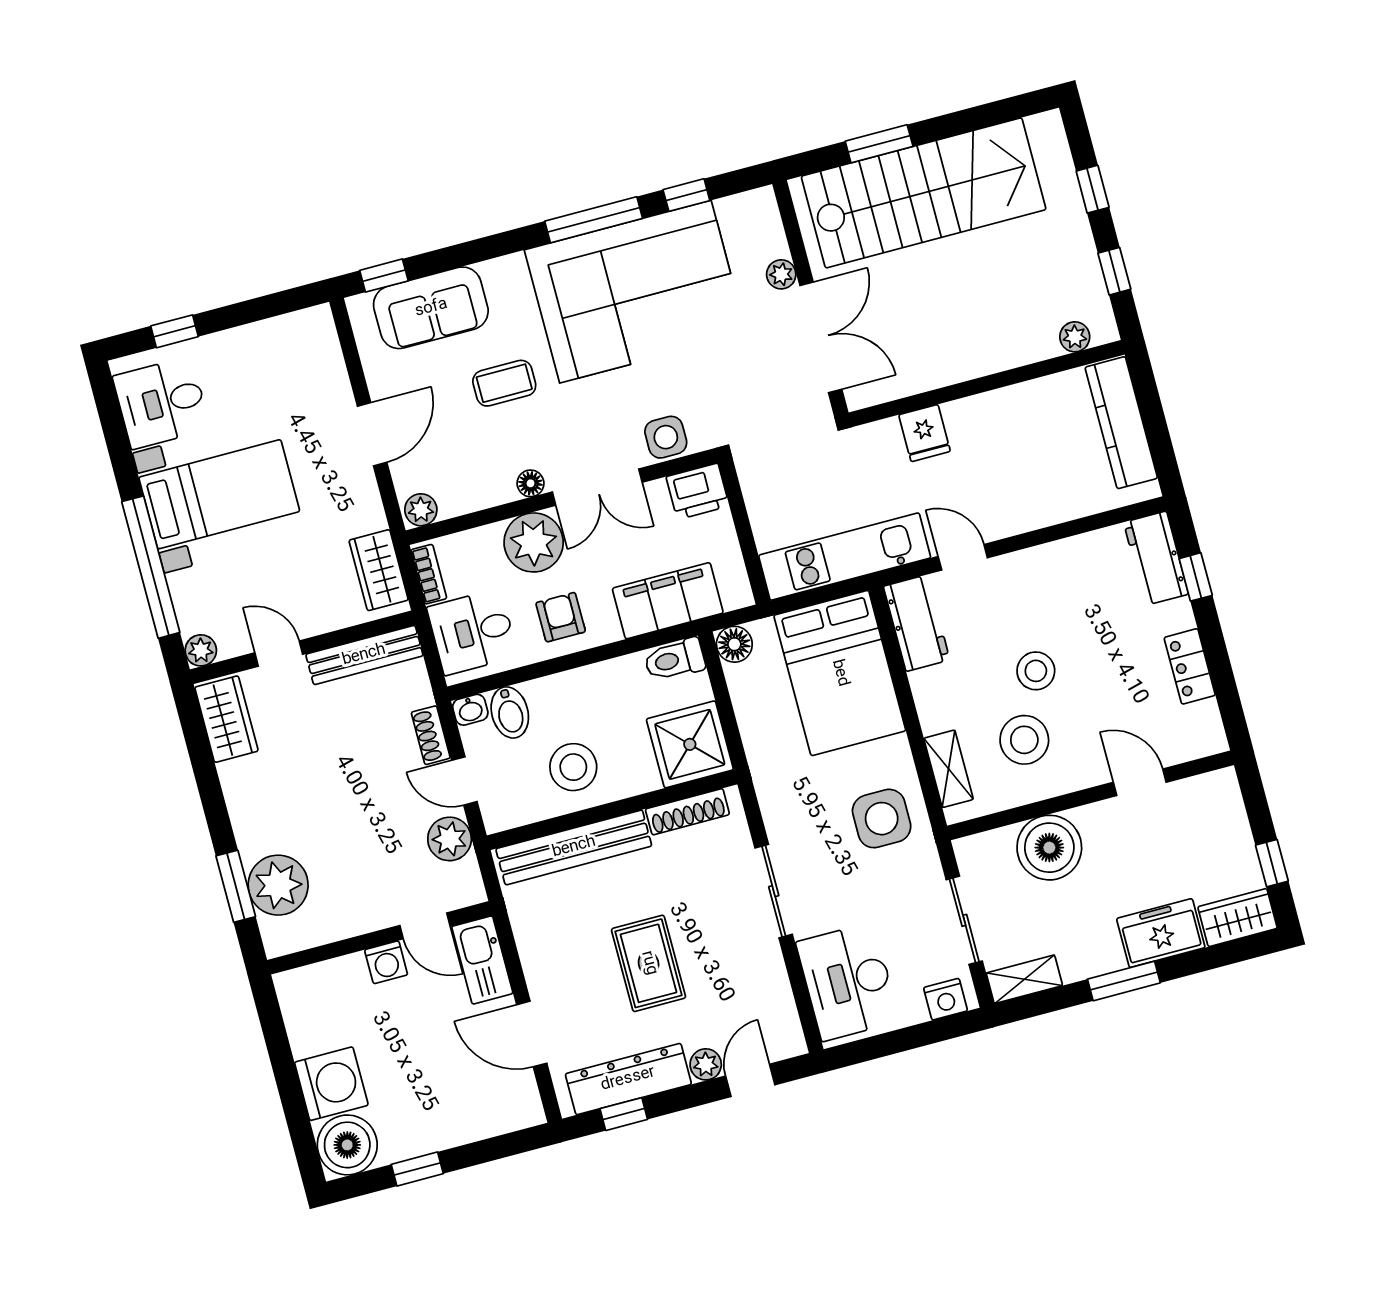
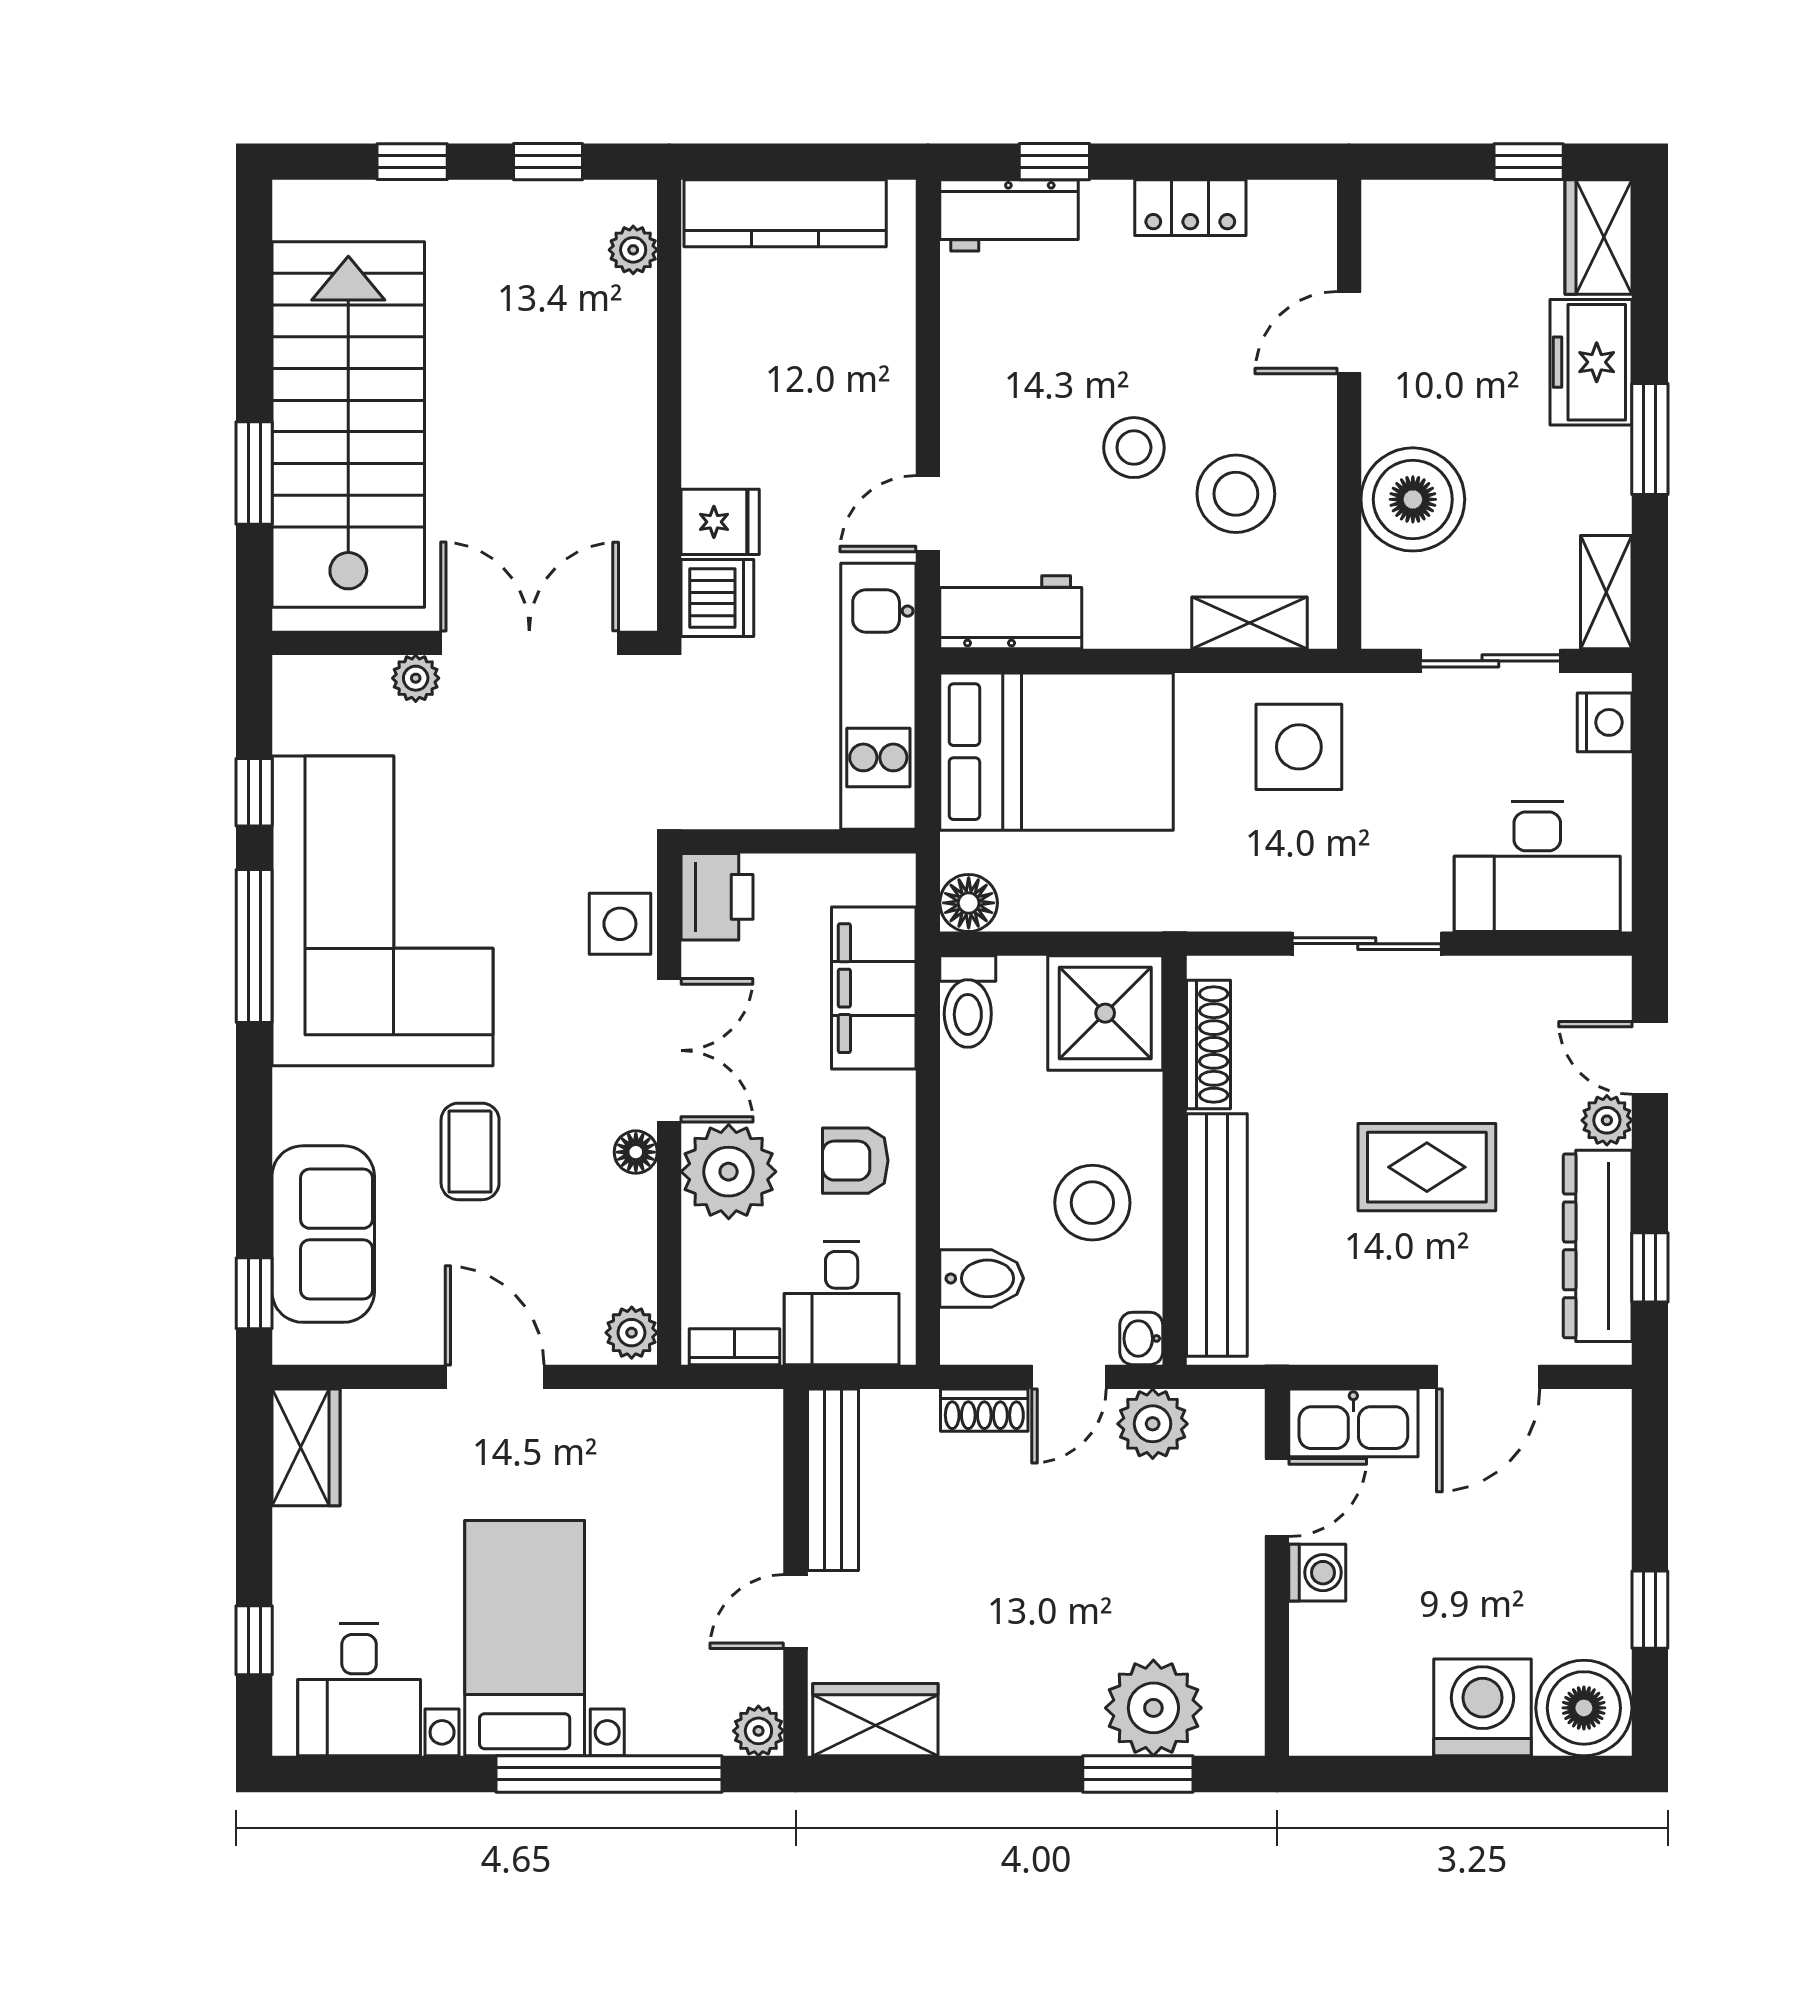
dishwasher: (878, 444) -> (717, 598), added
wardrobe: (379, 570) -> (306, 1447), moved, turned -90
washbasin: (470, 710) -> (1141, 1338), moved, turned 180

